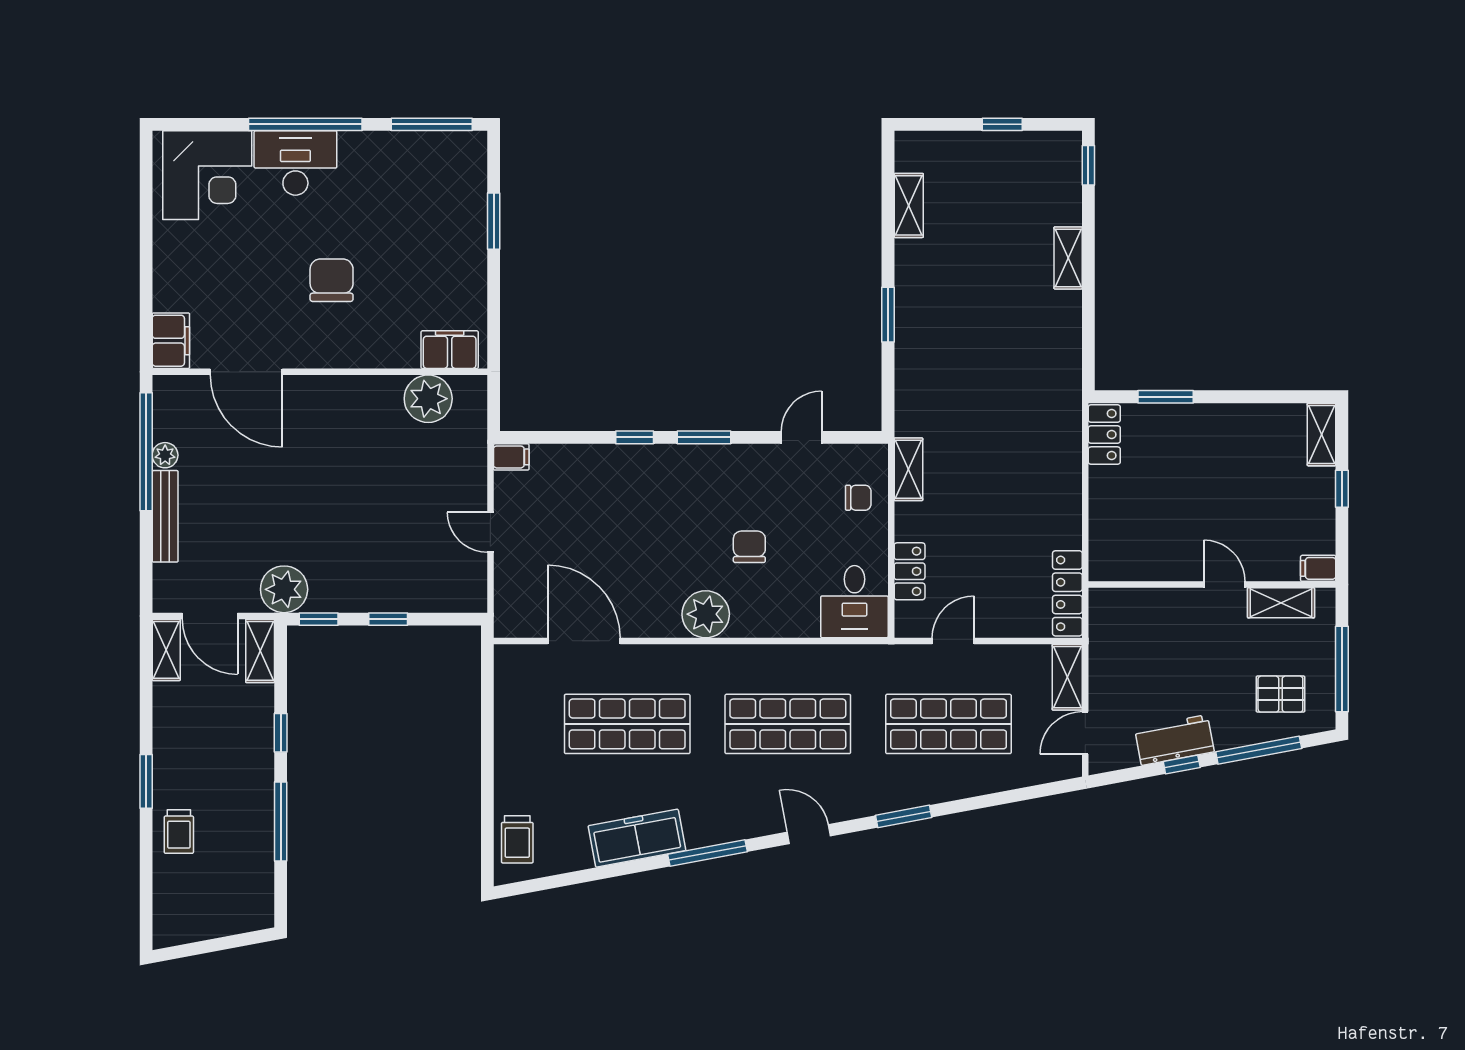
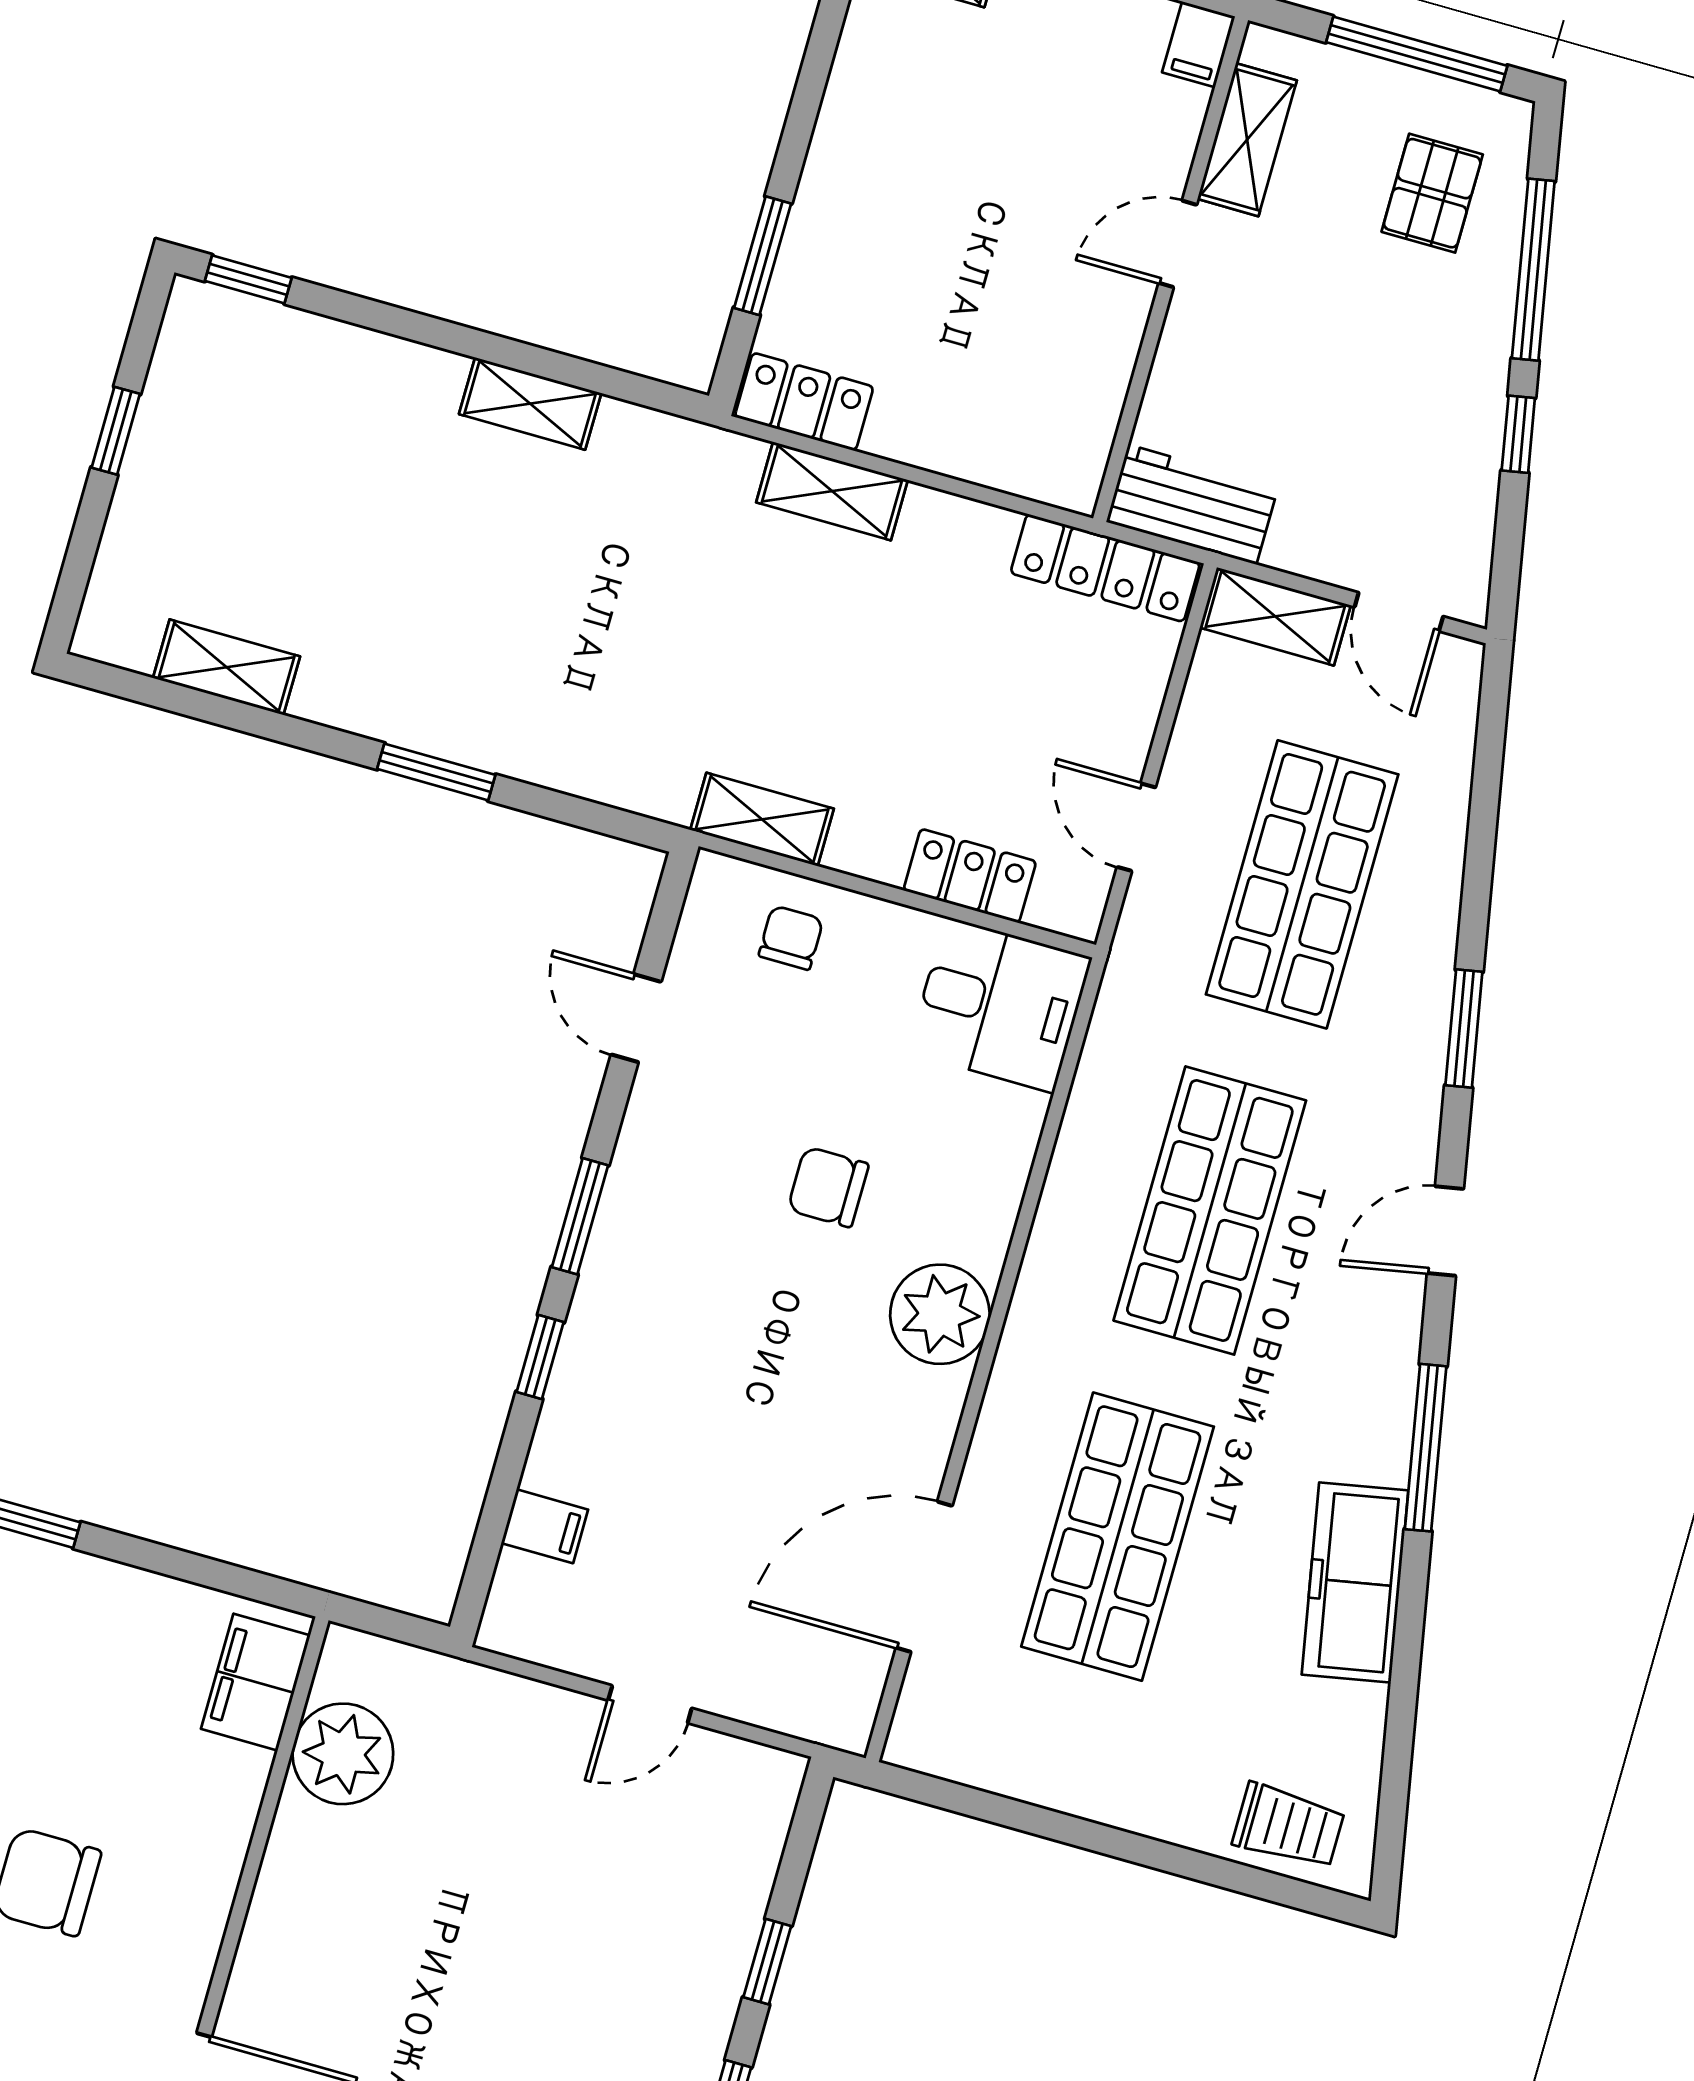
shelving: (1068, 258) -> (530, 404), moved
filing cabinet: (511, 457) -> (545, 1526), moved, turned 90
shelving: (1067, 459) -> (832, 491), added
workbench: (1174, 740) -> (1192, 504), moved, turned 101

